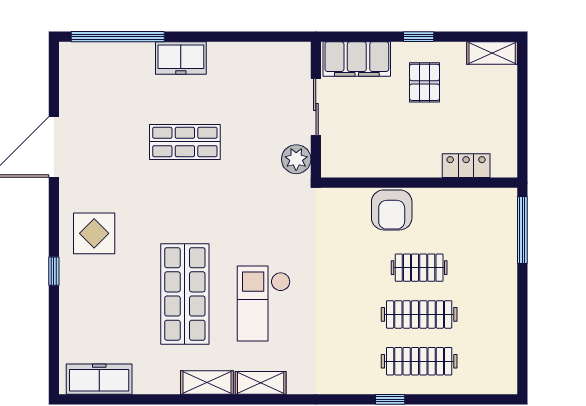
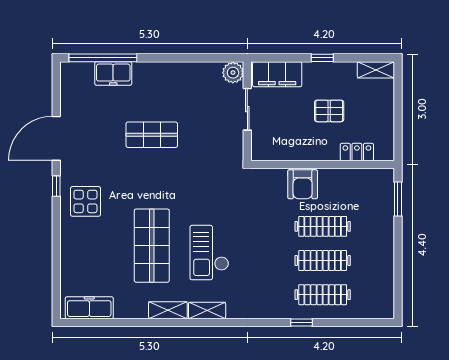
freezer: (181, 58) -> (113, 74), moved
pallet: (425, 82) -> (329, 111), moved, turned 90
plant: (296, 159) -> (233, 73), moved
window: (522, 230) -> (398, 199), width x0.69
clothes rail: (419, 268) -> (323, 226), width x1.36
window: (54, 271) -> (56, 186), moved

